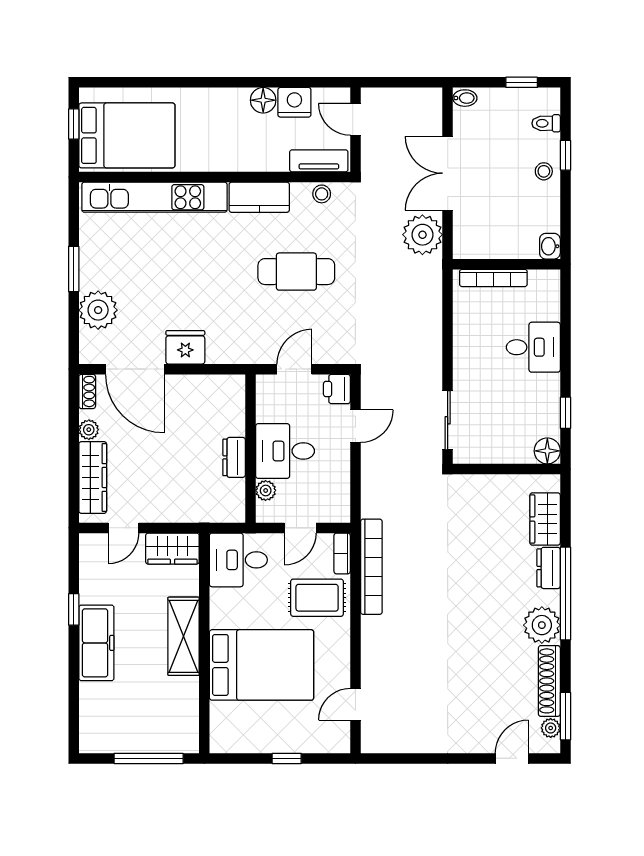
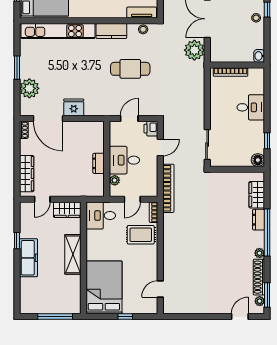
plant: (89, 430) -> (25, 149), removed
bookcase: (371, 567) -> (168, 188), moved
plant: (542, 625) -> (259, 253), width x0.53, depth x0.53
bed: (262, 665) -> (104, 287), moved, turned -90

